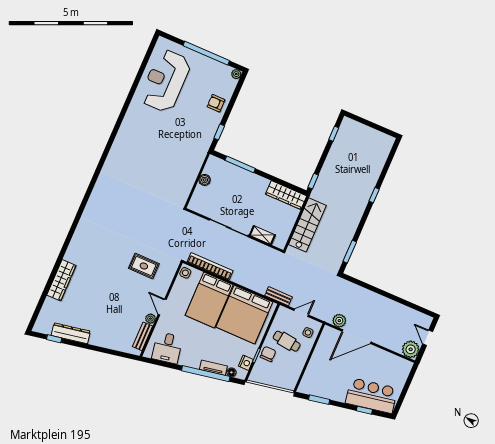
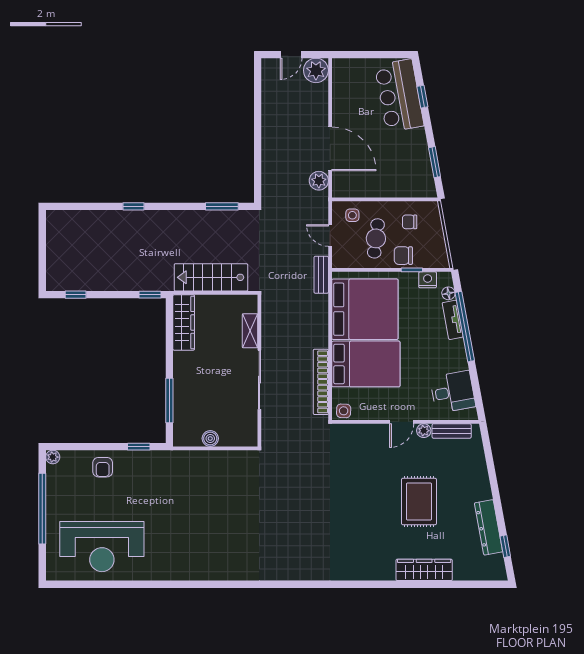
rug: (144, 266) -> (419, 501), moved, width x1.36, depth x1.43
chair: (288, 367) -> (410, 222), added

